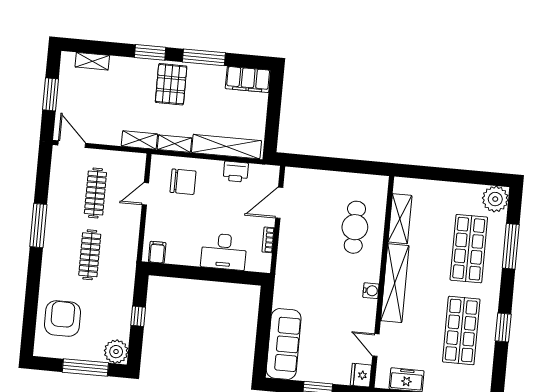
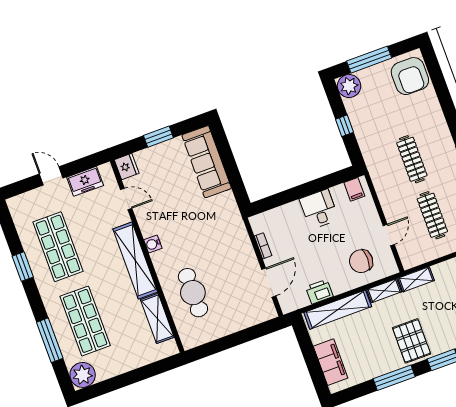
filing cabinet: (248, 79) -> (331, 362), moved, turned 90
desk: (224, 252) -> (319, 209), moved, width x0.73
armchair: (63, 318) -> (410, 76), moved

